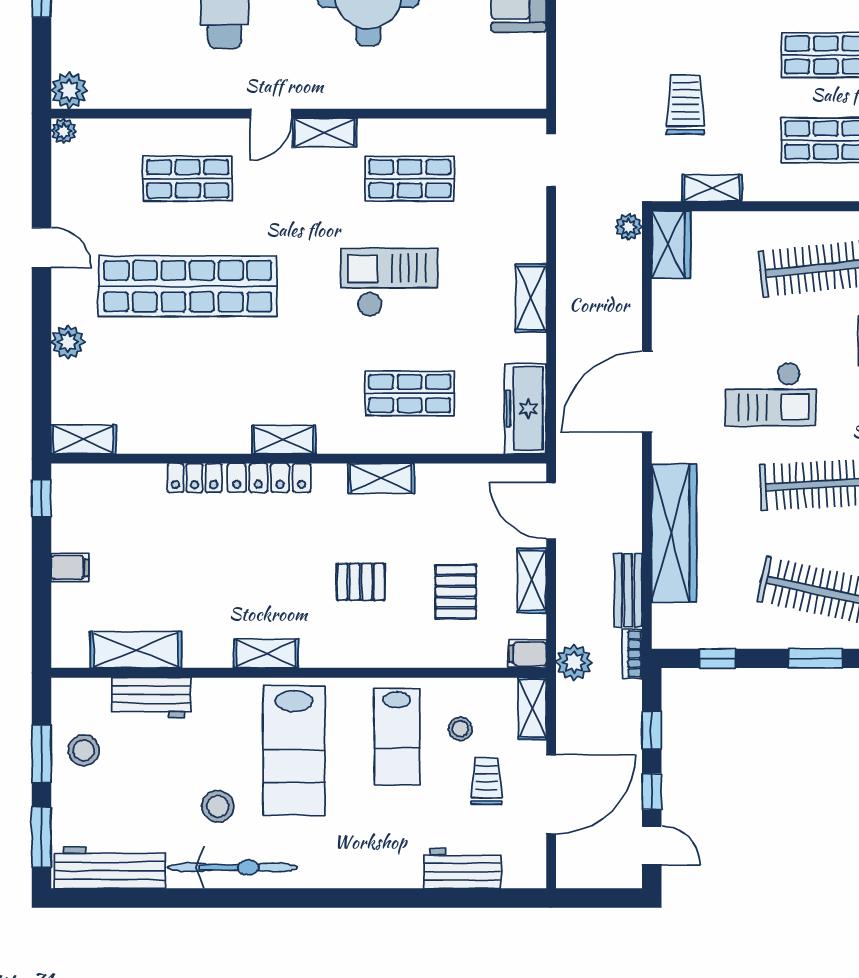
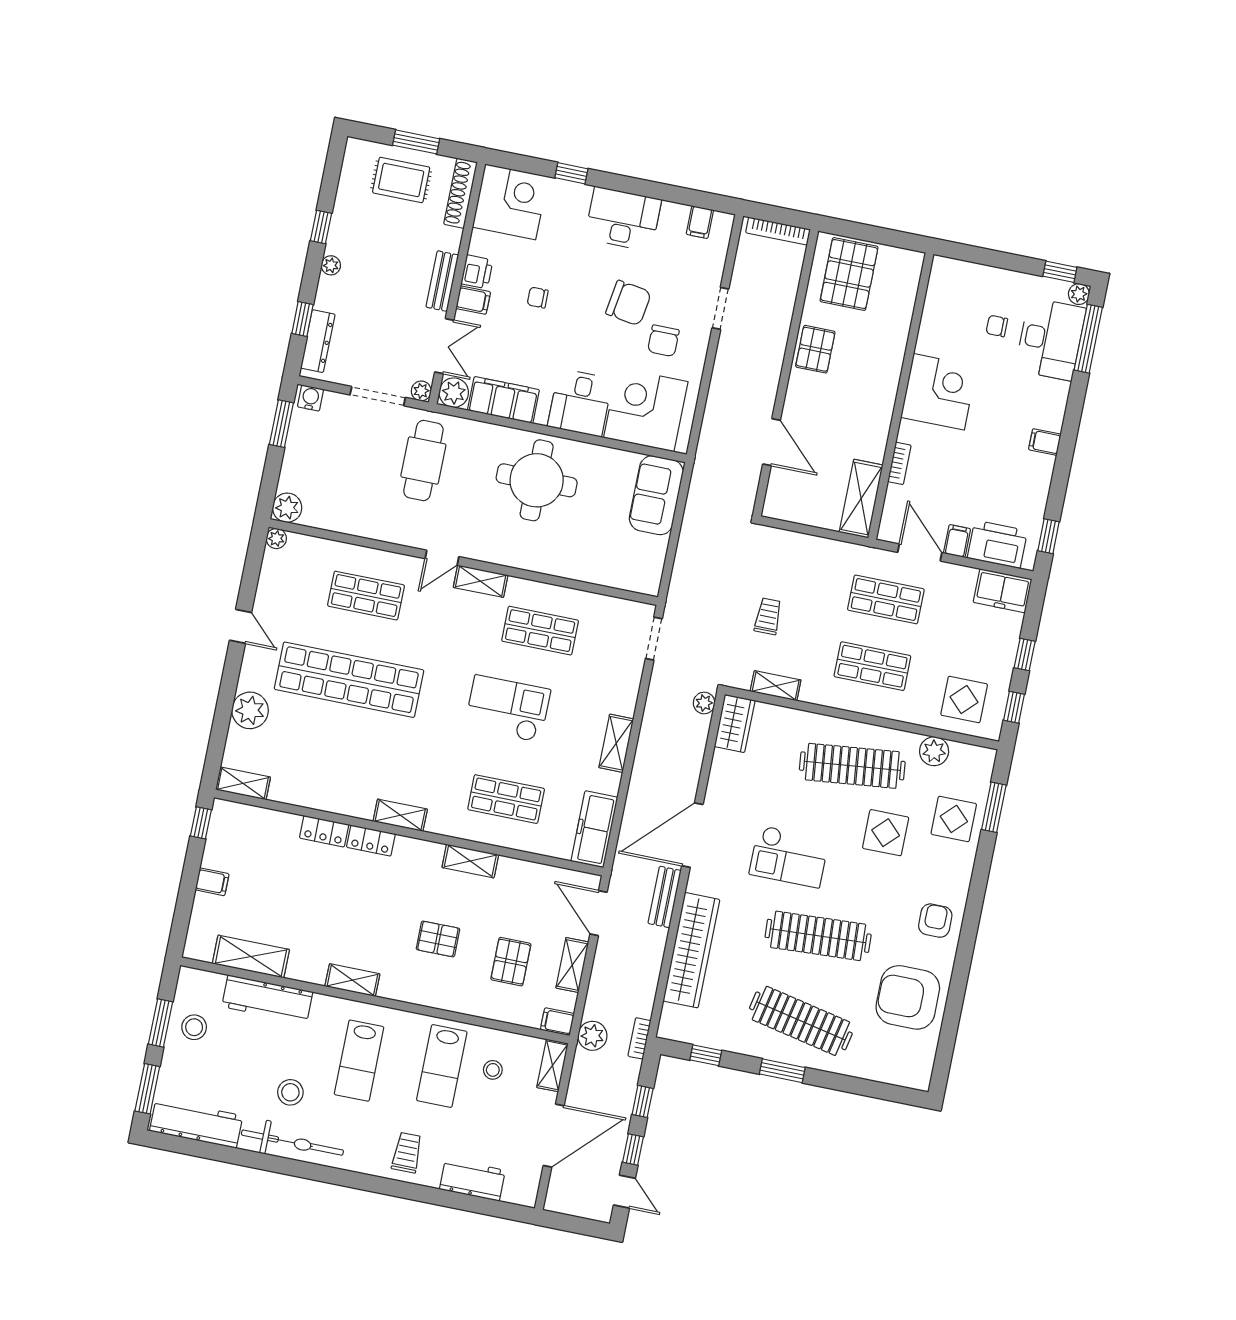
trolley: (686, 105) -> (768, 616), width x0.73, depth x0.72
plant: (68, 342) -> (250, 710), width x1.36, depth x1.36
locker: (269, 478) -> (371, 841), width x0.66
bench: (628, 590) -> (665, 897), moved
workbench: (152, 698) -> (267, 999), width x1.38
lab bench: (294, 751) -> (359, 1061), width x0.73, depth x0.72
trolley: (486, 781) -> (407, 1153), moved

